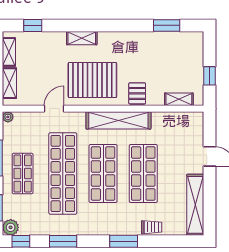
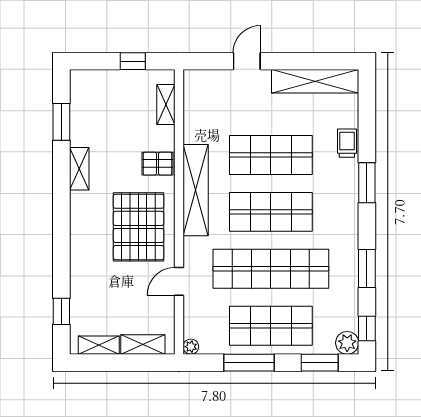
shelving: (82, 38) -> (79, 169), moved
door: (54, 109) -> (179, 281), hinge flipped
shop shelf: (23, 173) -> (271, 326), width x1.43, depth x1.36

